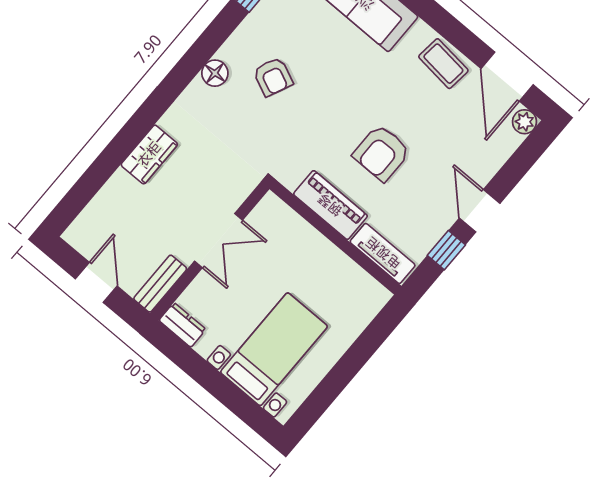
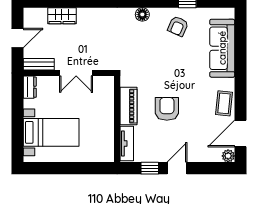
armchair: (273, 77) -> (178, 26), moved
armchair: (382, 153) -> (167, 109), turned 90
wardrobe: (149, 154) -> (62, 16), moved

